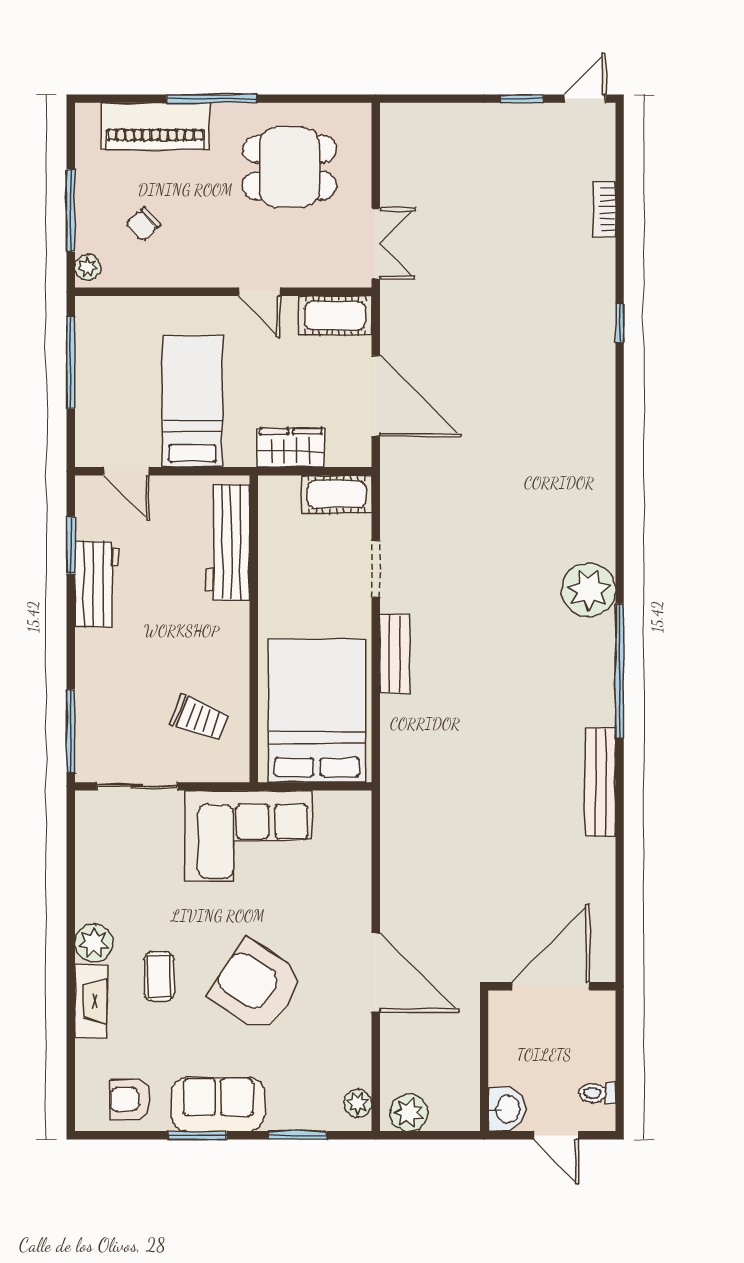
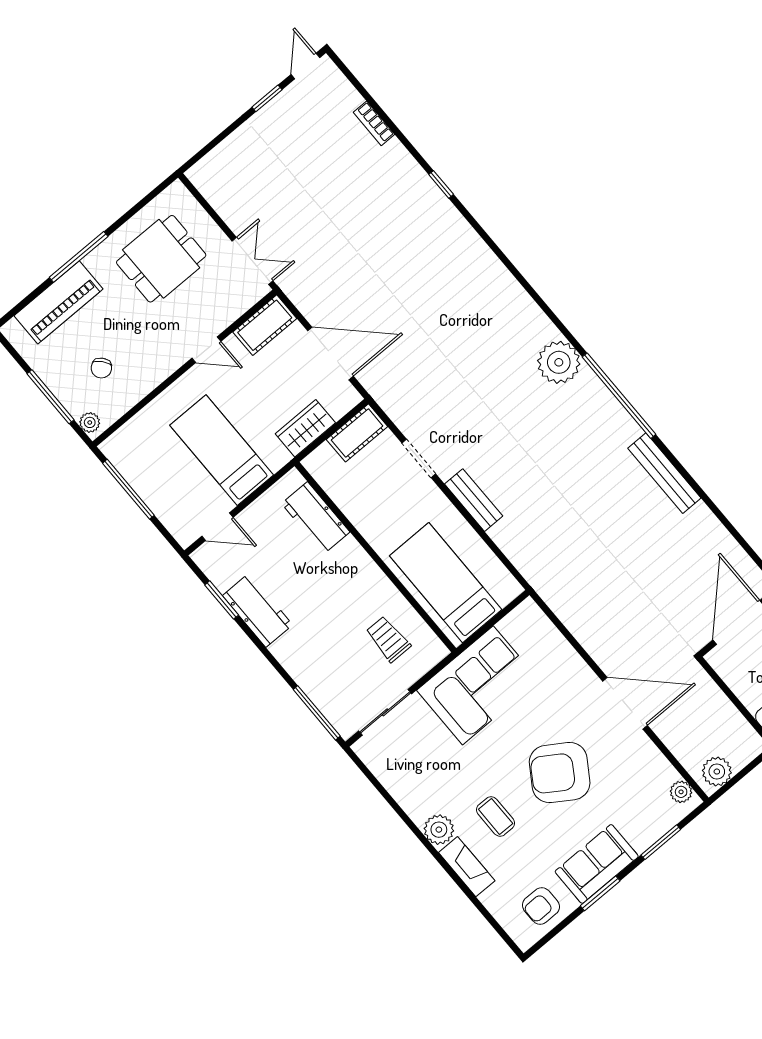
workbench: (228, 542) -> (316, 518), width x0.73
bed: (317, 710) -> (446, 583), width x0.67
trolley: (200, 718) -> (388, 639), turned -111

